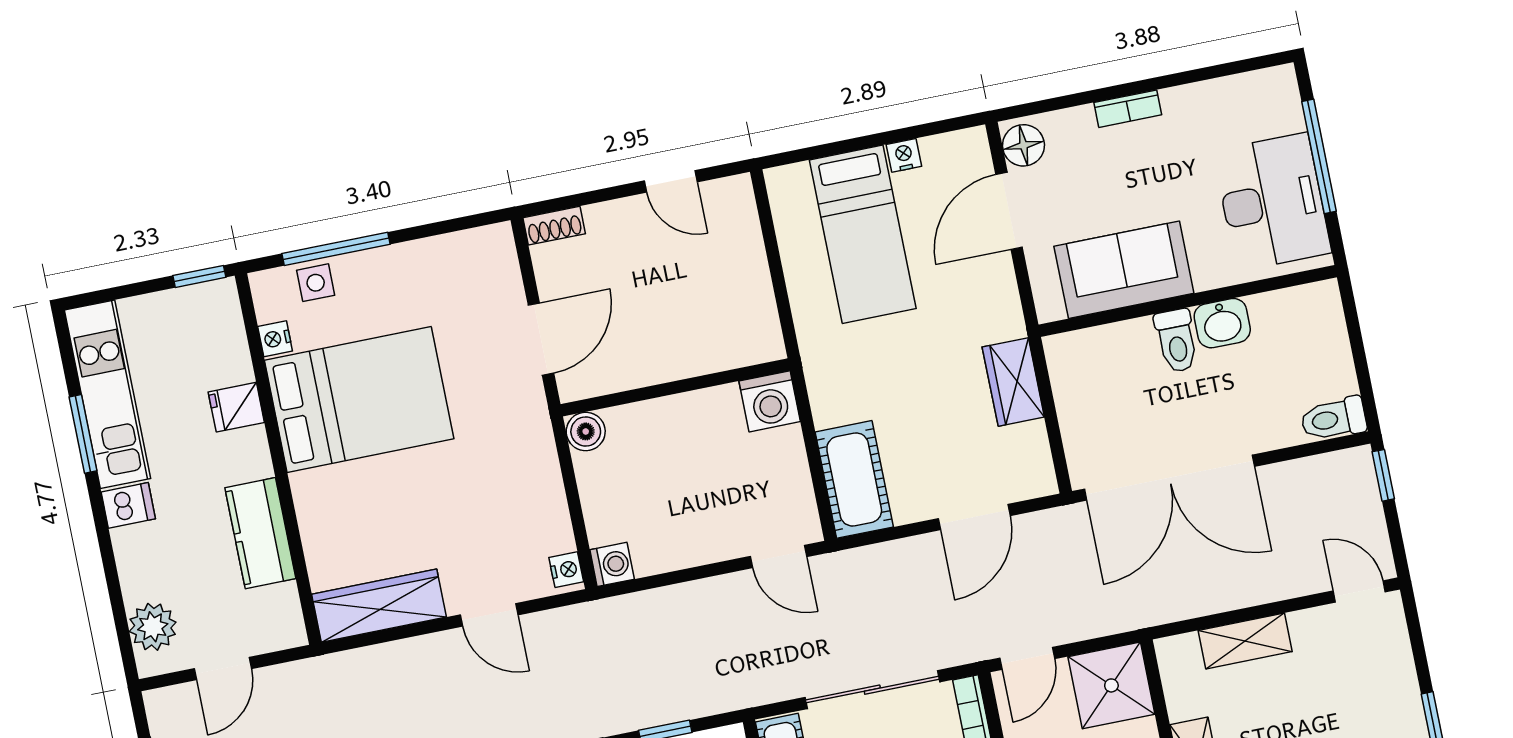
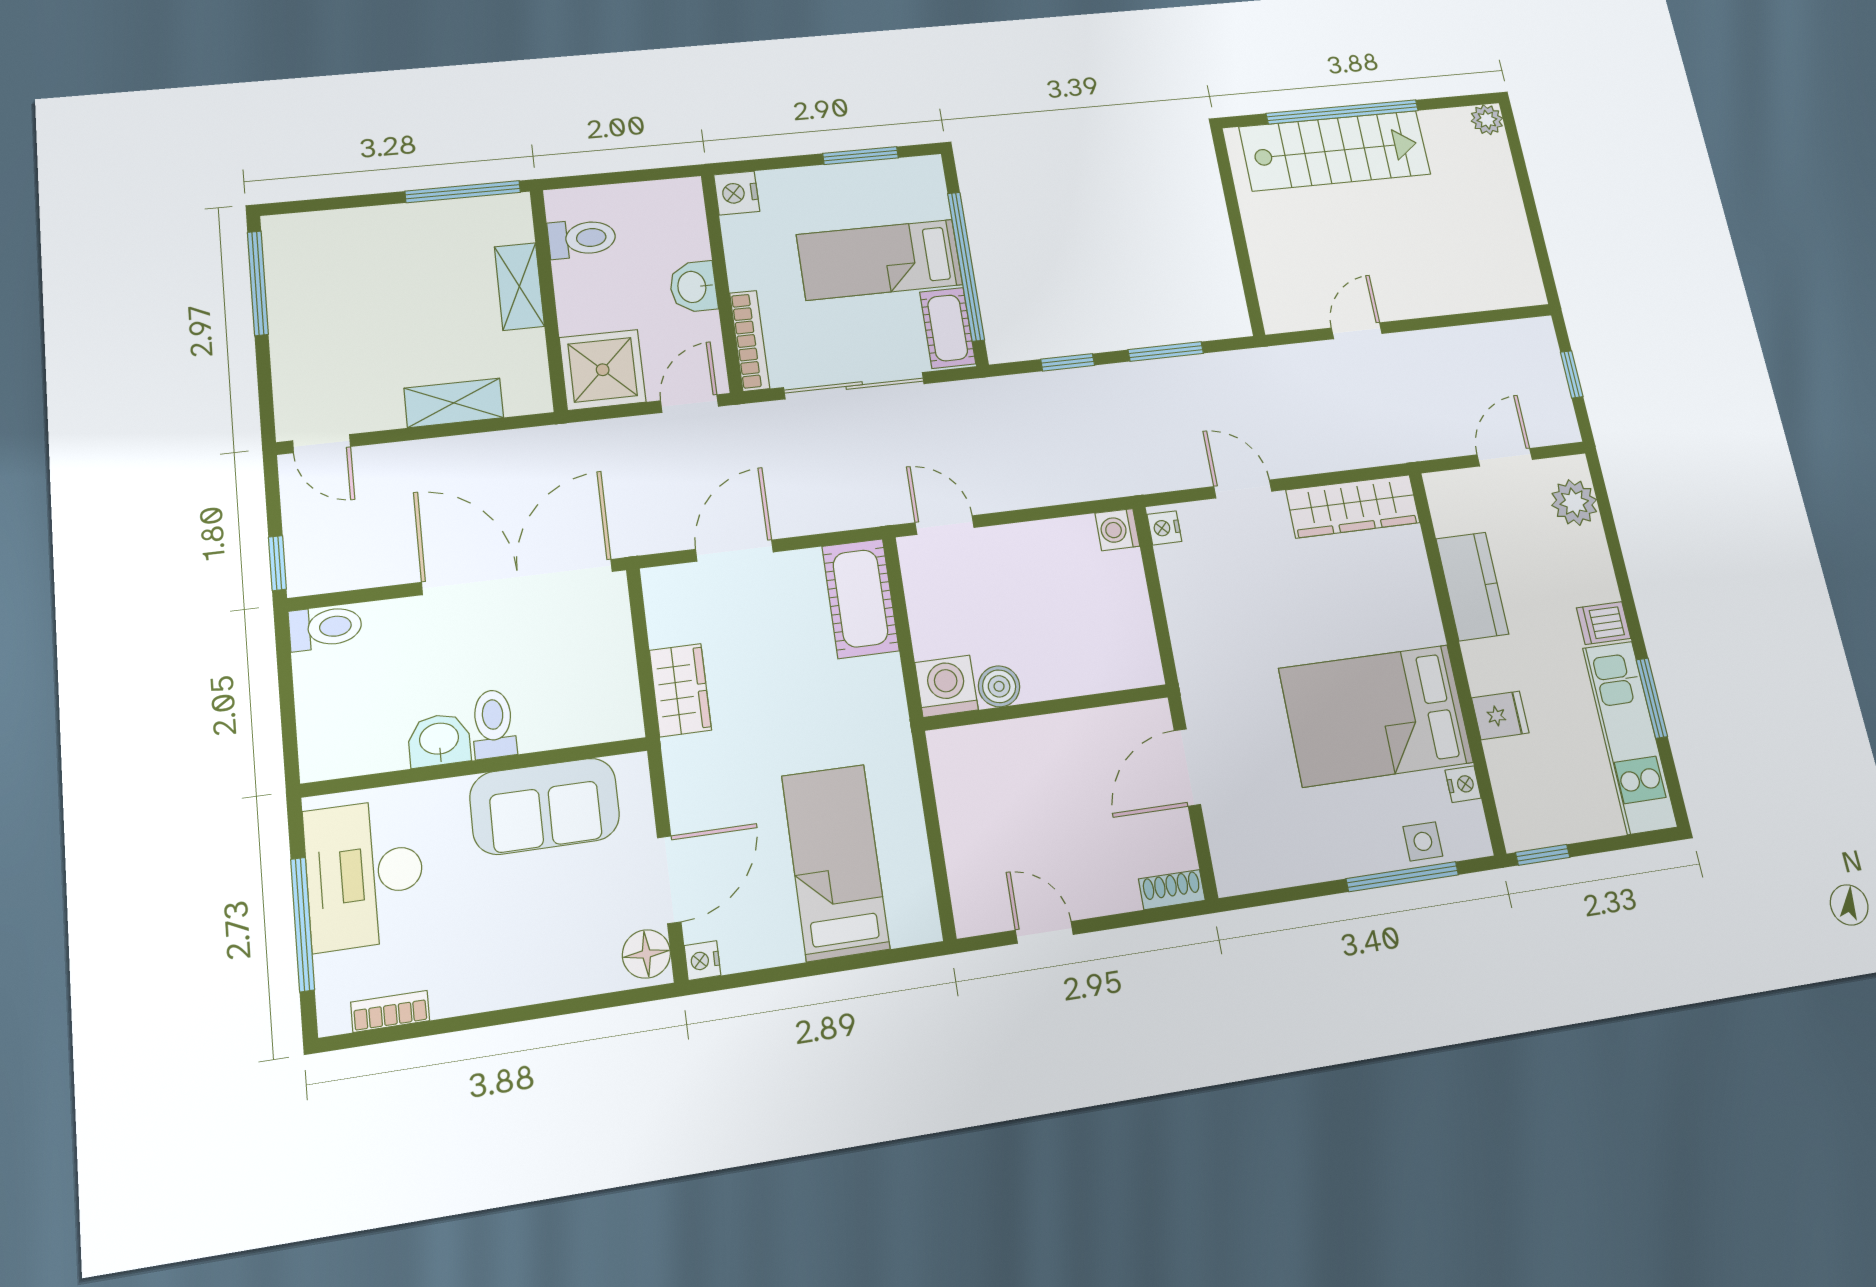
bookcase: (1128, 109) -> (390, 1011), moved
nightstand: (904, 155) -> (702, 961), moved, turned 90
boiler: (586, 431) -> (999, 686), moved

